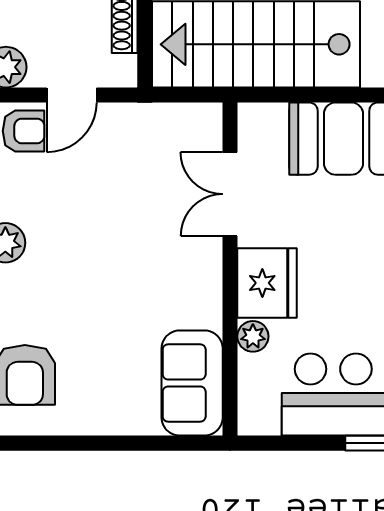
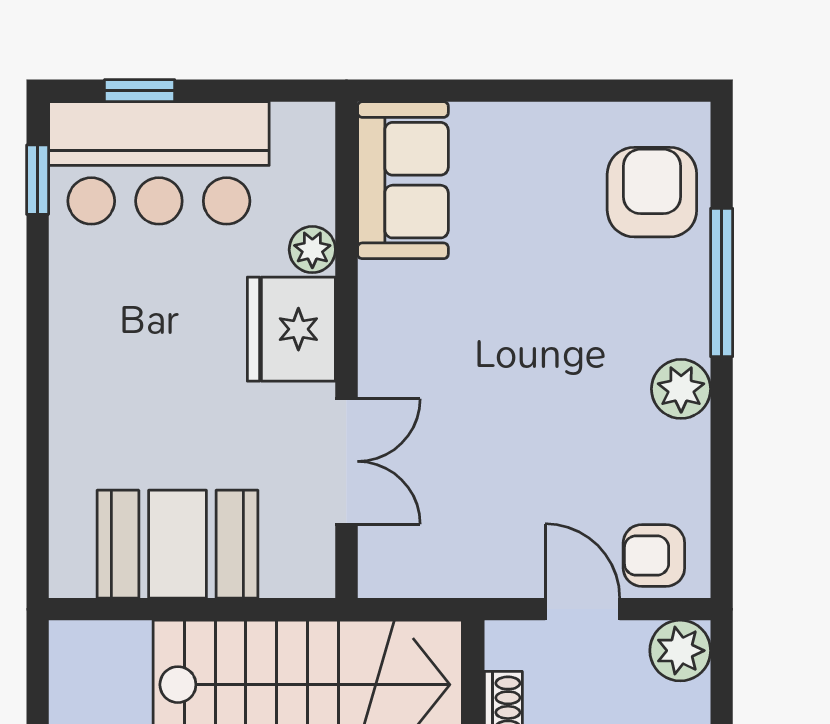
door: (72, 95) -> (582, 609), hinge flipped

